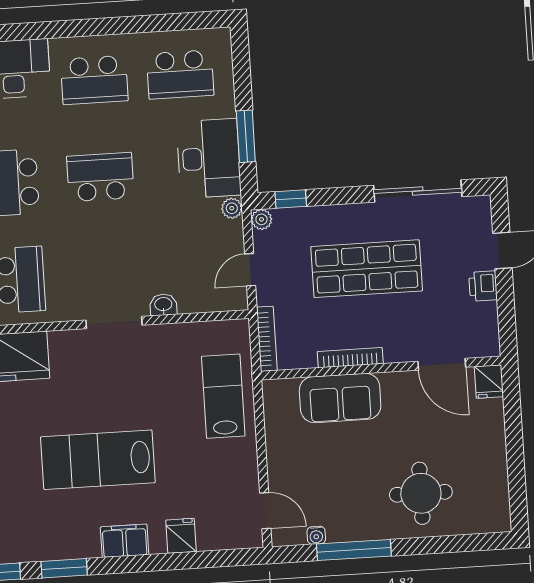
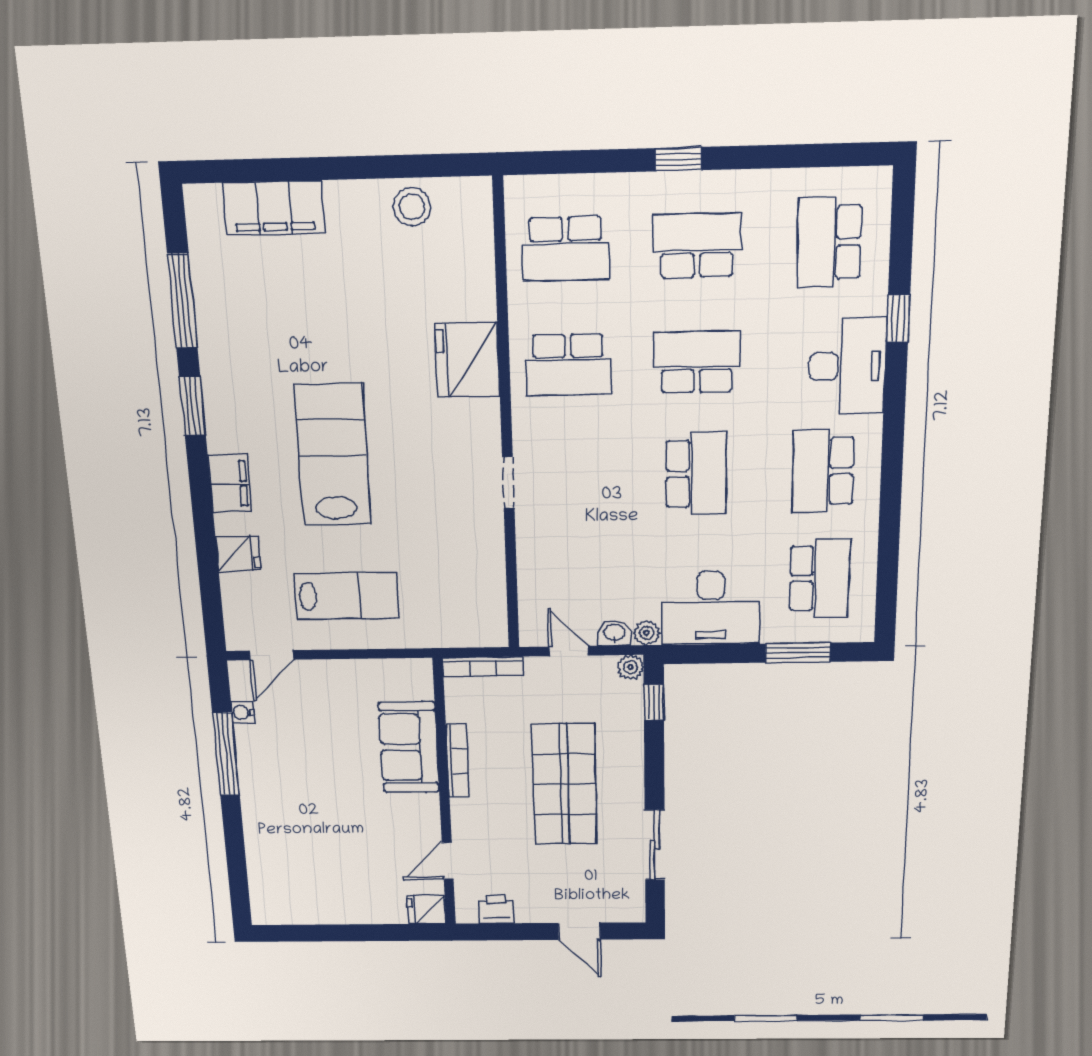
school desk: (180, 75) -> (820, 578), turned 180
window: (246, 136) -> (798, 653), moved
sliding door: (418, 191) -> (655, 845), width x0.73
printer: (483, 286) -> (496, 909), moved
washbasin: (163, 305) -> (614, 633), moved, turned -90
doorway: (114, 323) -> (508, 483), width x0.73
door: (442, 364) -> (448, 861), width x0.73
lab bench: (223, 396) -> (347, 596), moved
round table: (421, 493) -> (295, 831), removed

